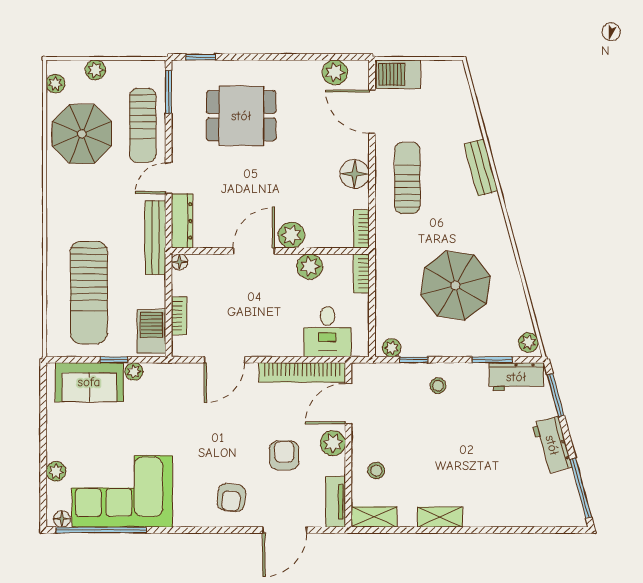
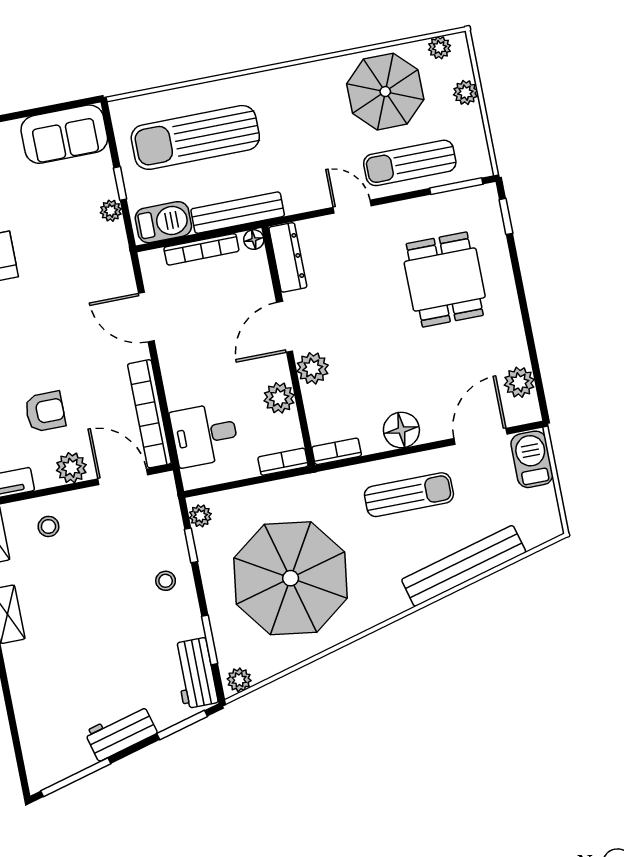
bench: (481, 167) -> (464, 566), width x1.86, depth x1.21
dresser: (182, 221) -> (288, 257), moved, turned -90
bench: (155, 238) -> (238, 213), moved
door: (254, 251) -> (285, 327), swing flipped
parasol: (455, 286) -> (291, 578), width x1.36, depth x1.36
bookcase: (179, 316) -> (201, 249), width x1.56
sofa: (89, 382) -> (64, 134), moved, turned -90

